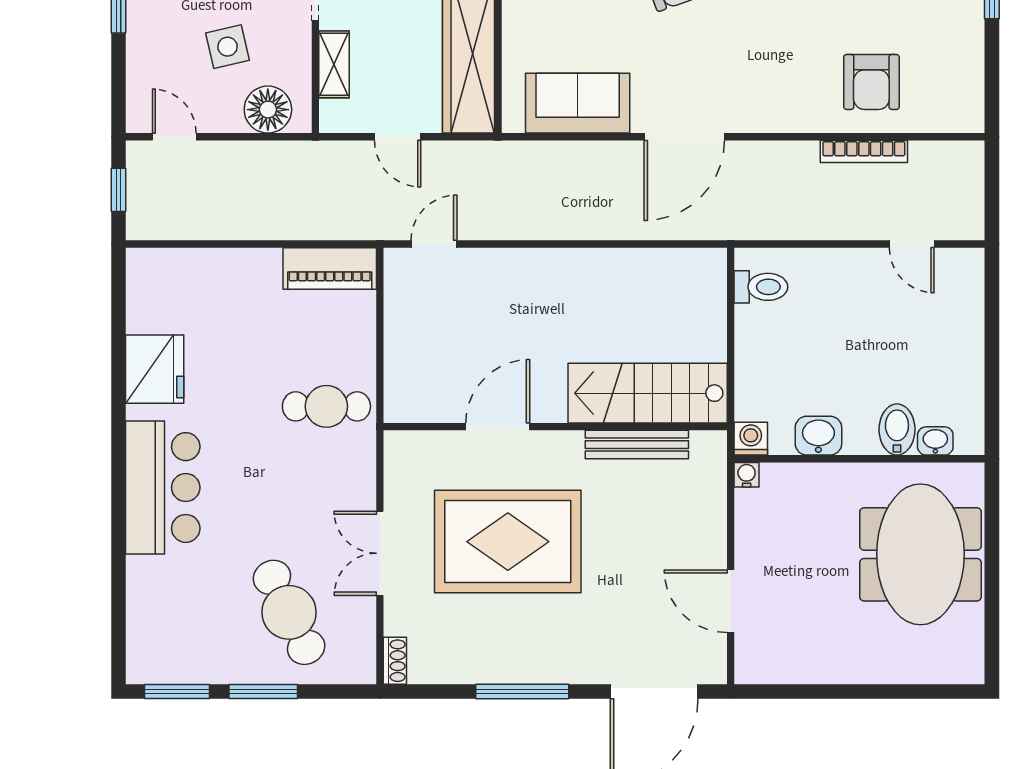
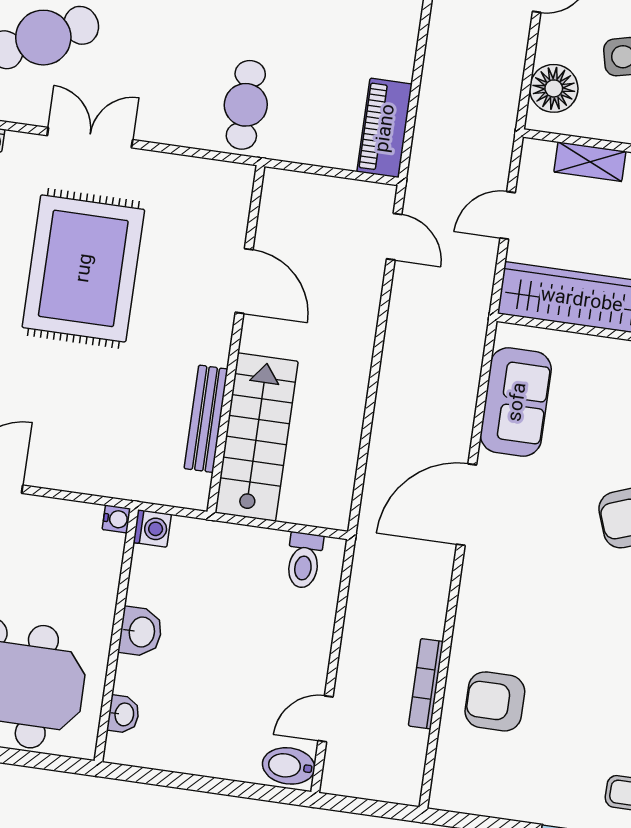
door: (684, 137) -> (467, 505), hinge flipped
stairs: (648, 393) -> (256, 437), moved
door: (498, 427) -> (244, 281), moved
wall: (555, 427) -> (236, 339), moved
bidet: (897, 429) -> (289, 766), moved, turned 180
washbasin: (818, 436) -> (141, 632), moved
bench: (637, 445) -> (206, 419), moved

